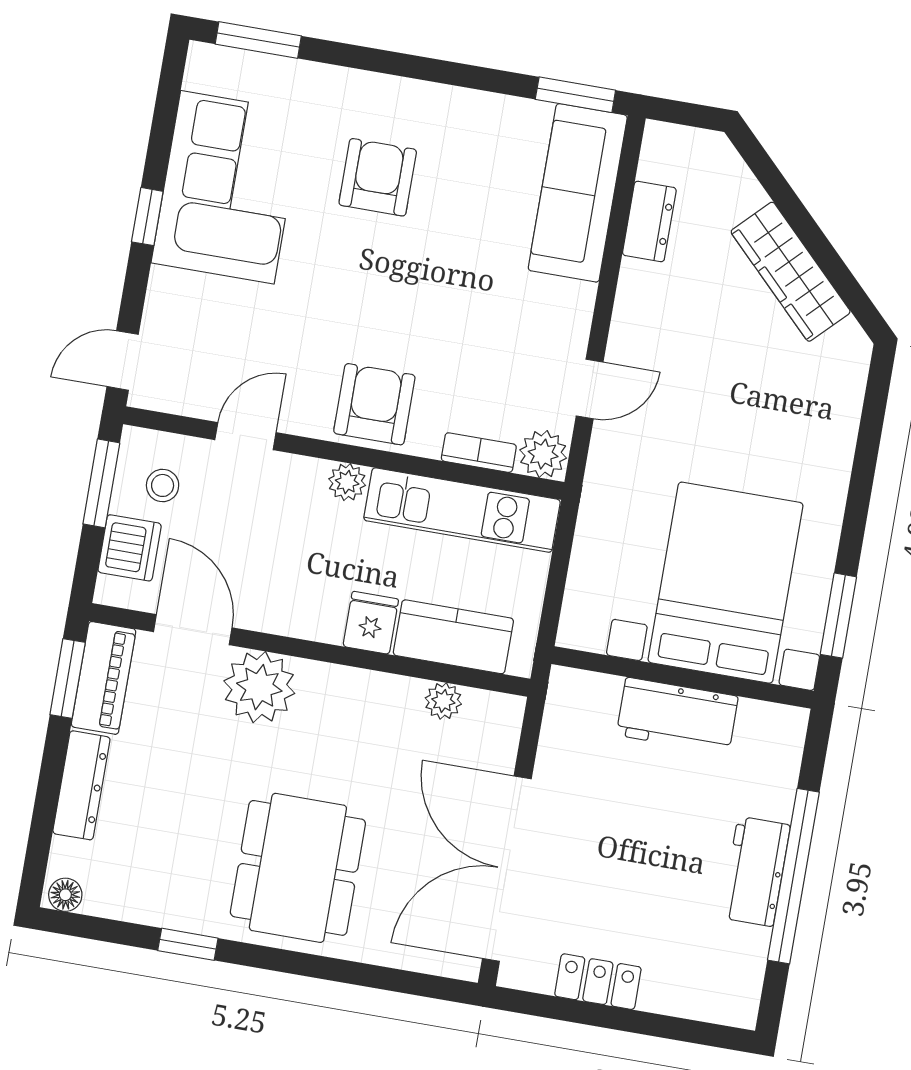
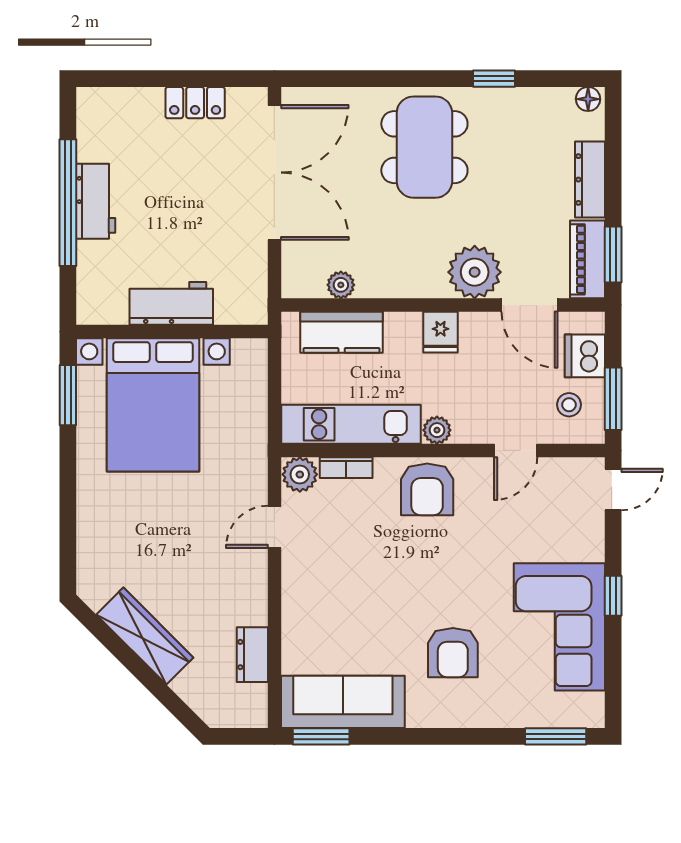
sofa: (578, 193) -> (343, 702), moved, turned -90
fridge: (371, 623) -> (440, 332), moved

